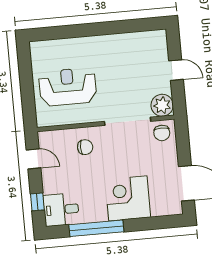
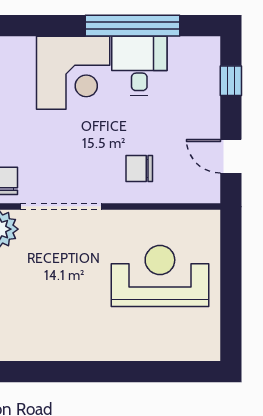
reception desk: (68, 87) -> (160, 276), turned 180
desk: (61, 210) -> (139, 66), moved, turned -90

